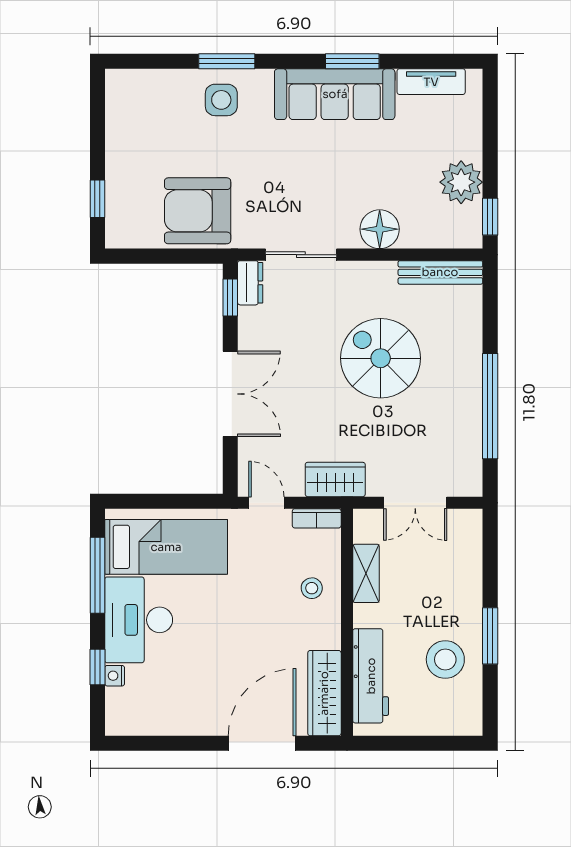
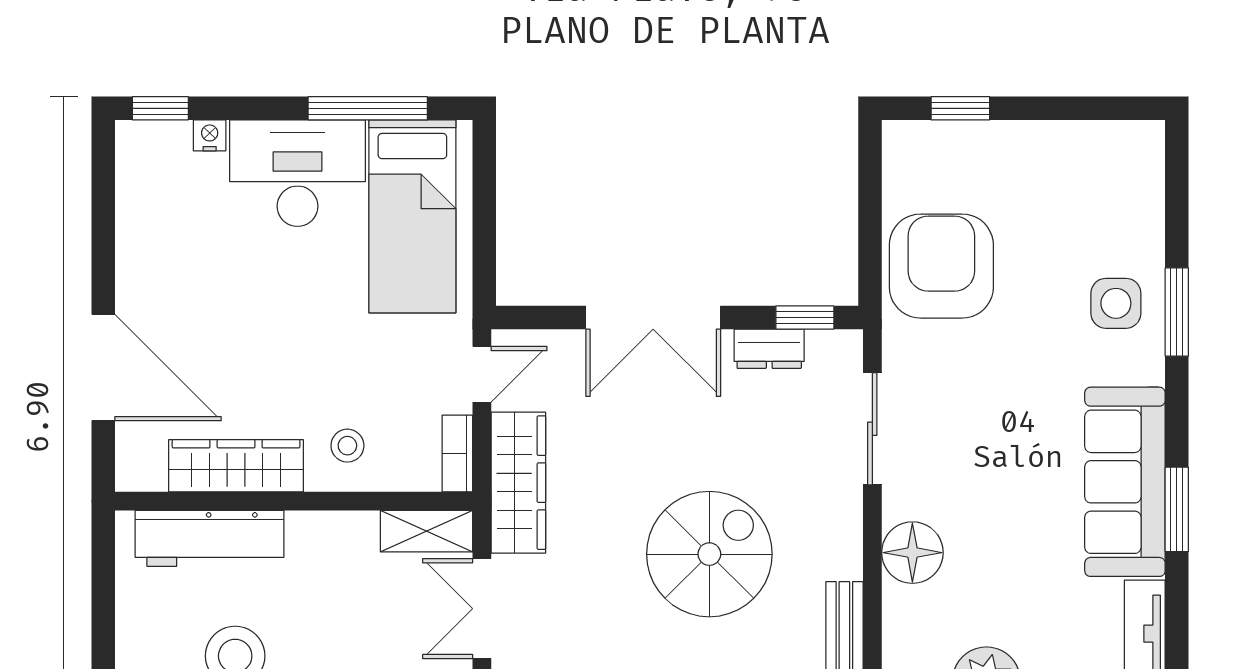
dresser: (250, 283) -> (769, 349), moved
wardrobe: (335, 479) -> (518, 483), width x1.50
shelving: (366, 573) -> (427, 531), moved
window: (97, 667) -> (160, 108), moved
wardrobe: (324, 693) -> (236, 466), moved

